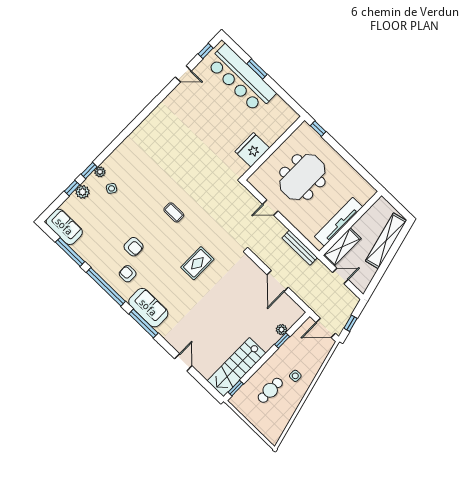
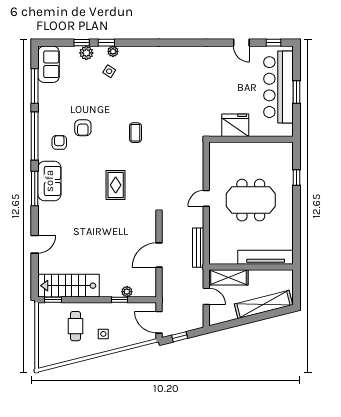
wall: (273, 148) -> (251, 139), moved
fridge: (252, 150) -> (235, 125), moved
door: (270, 208) -> (206, 198), hinge flipped
tv unit: (339, 222) -> (266, 257), moved
rug: (197, 263) -> (116, 185), turned 90
cafe table: (270, 390) -> (75, 326), turned 90

